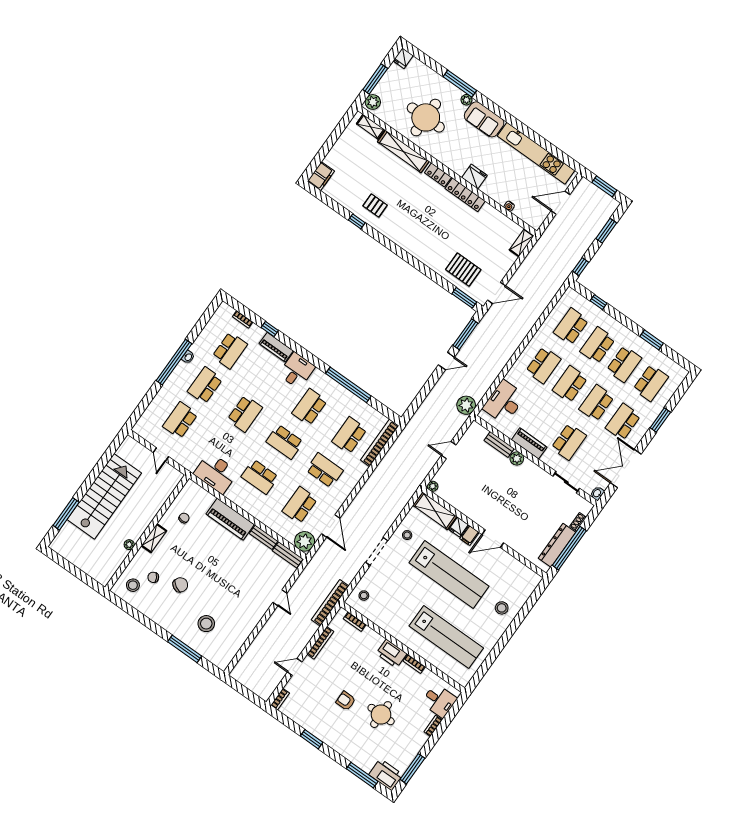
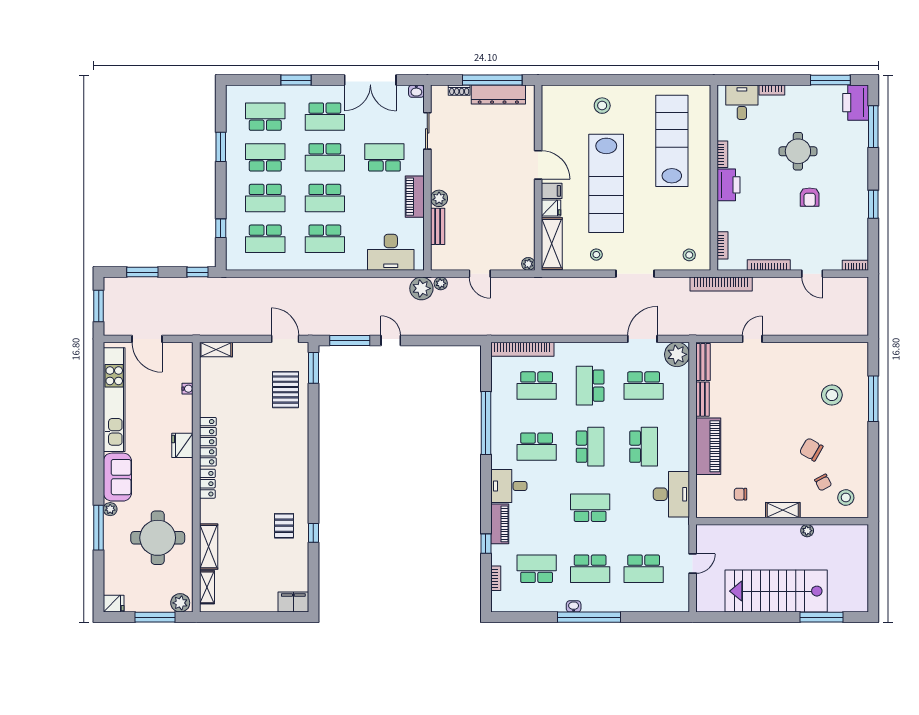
shelving: (403, 152) -> (209, 547), width x0.68
school desk: (543, 365) -> (325, 239), turned 180
plant: (460, 420) -> (441, 283), added
lab bench: (449, 575) -> (606, 183), turned 180

